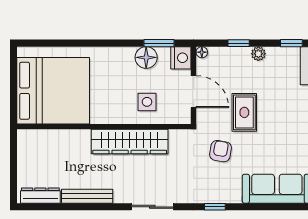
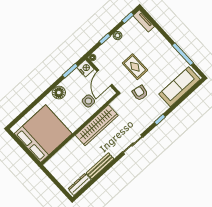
floor lamp: (146, 57) -> (59, 93), moved
door: (194, 92) -> (105, 78), swing flipped

